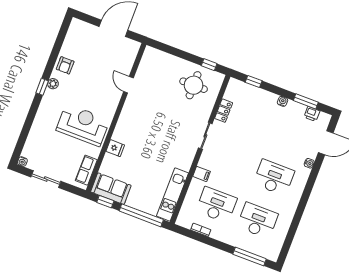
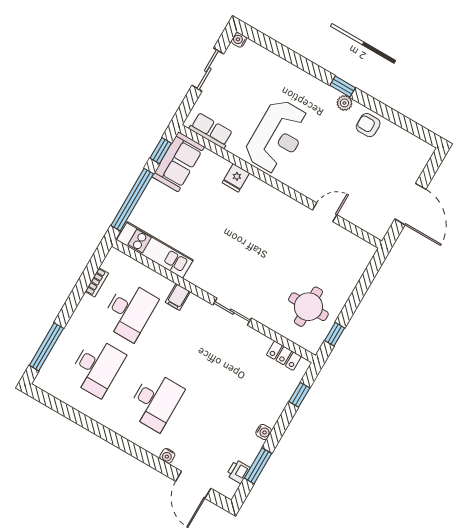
locker: (224, 111) -> (284, 356), moved

